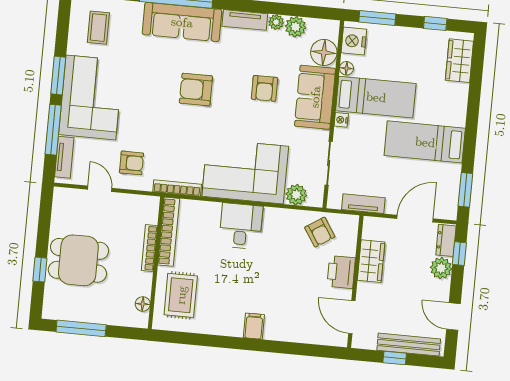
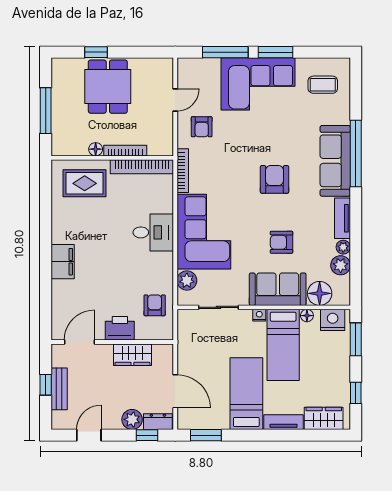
tv unit: (64, 157) -> (201, 65), removed
tv unit: (363, 204) -> (283, 422), moved, turned -90
armchair: (320, 232) -> (155, 305), turned 123
floor lamp: (143, 304) -> (96, 149), moved
filing cabinet: (254, 326) -> (63, 262), width x2.00
window: (81, 328) -> (46, 111), moved
bench: (409, 345) -> (59, 389), width x0.73

